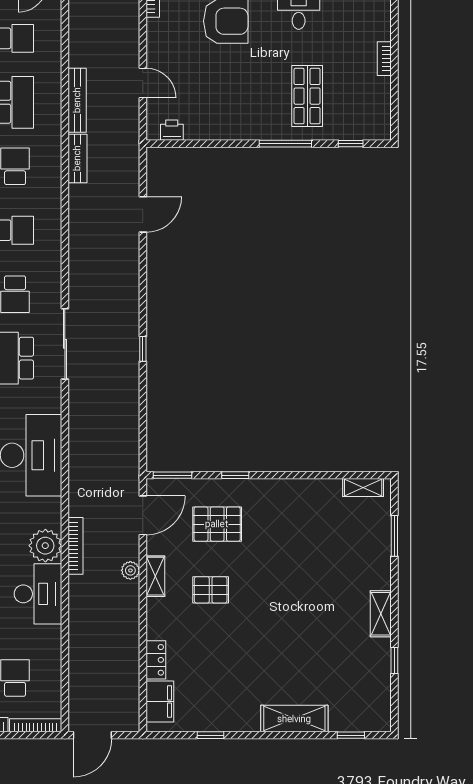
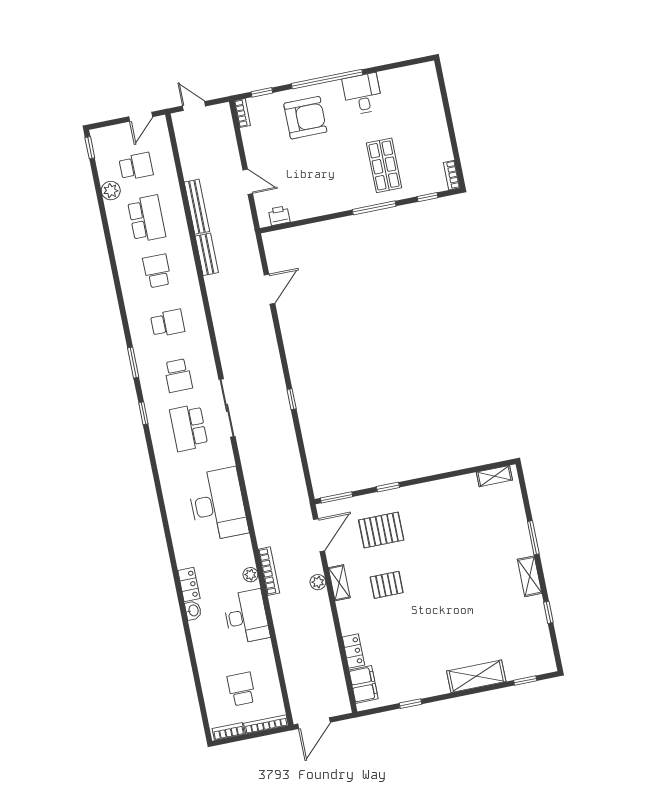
bookcase: (384, 59) -> (452, 175), moved
window: (394, 536) -> (533, 538), moved
plant: (45, 546) -> (250, 575), width x0.53, depth x0.53

